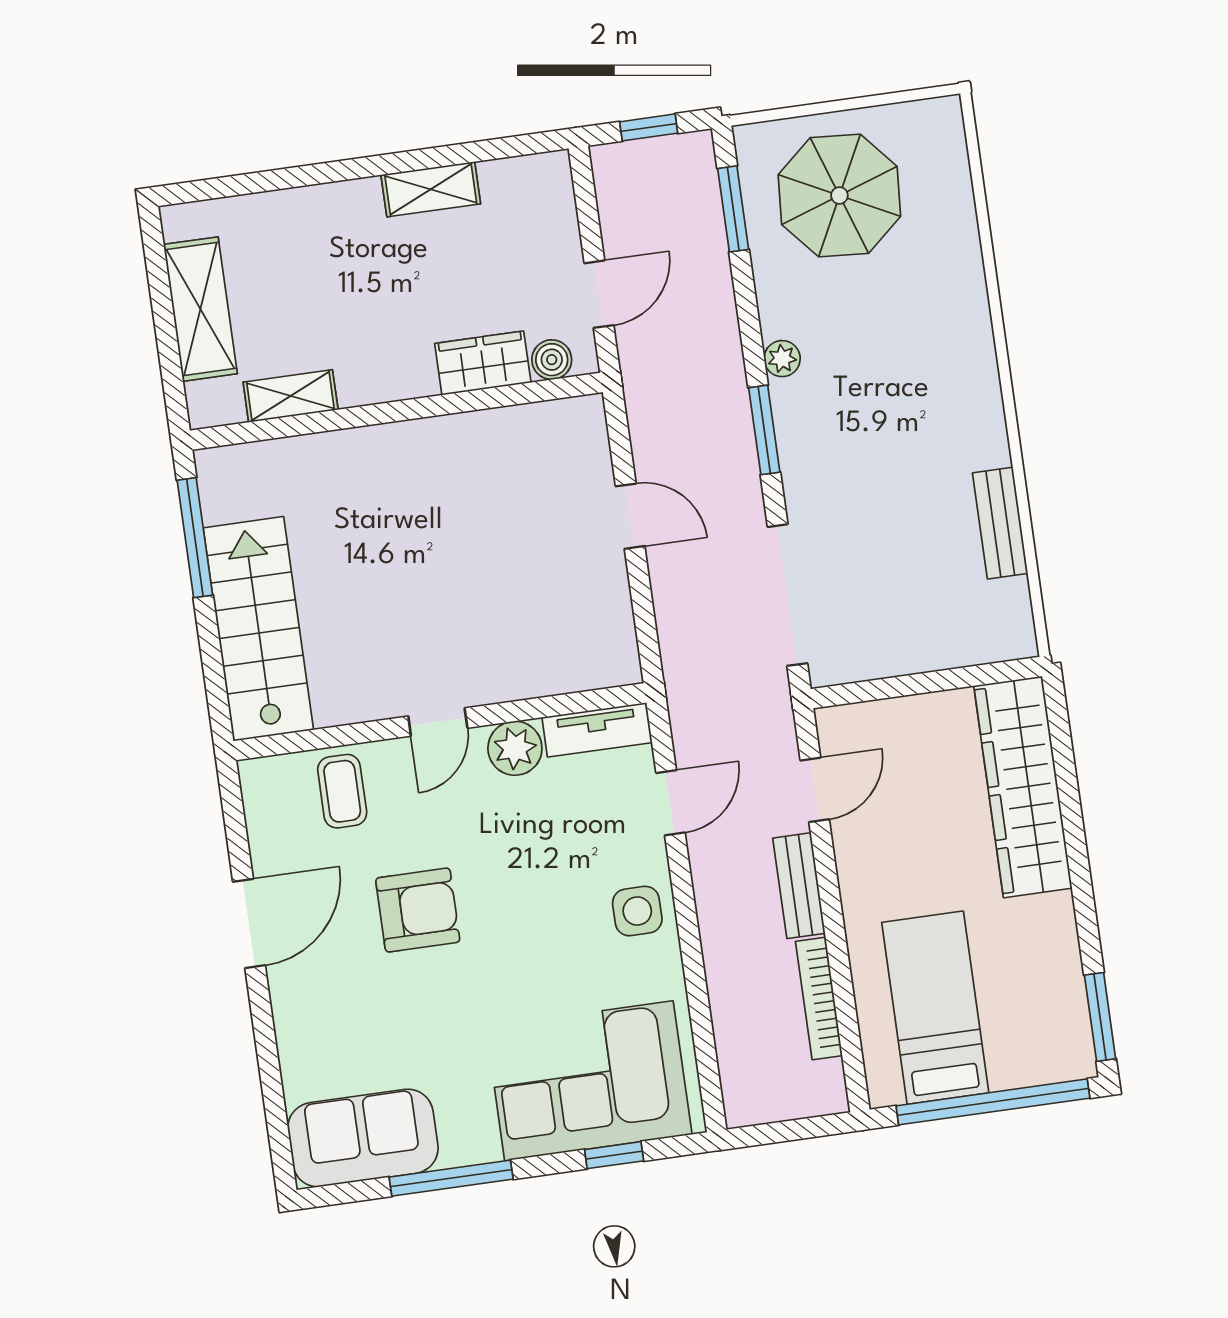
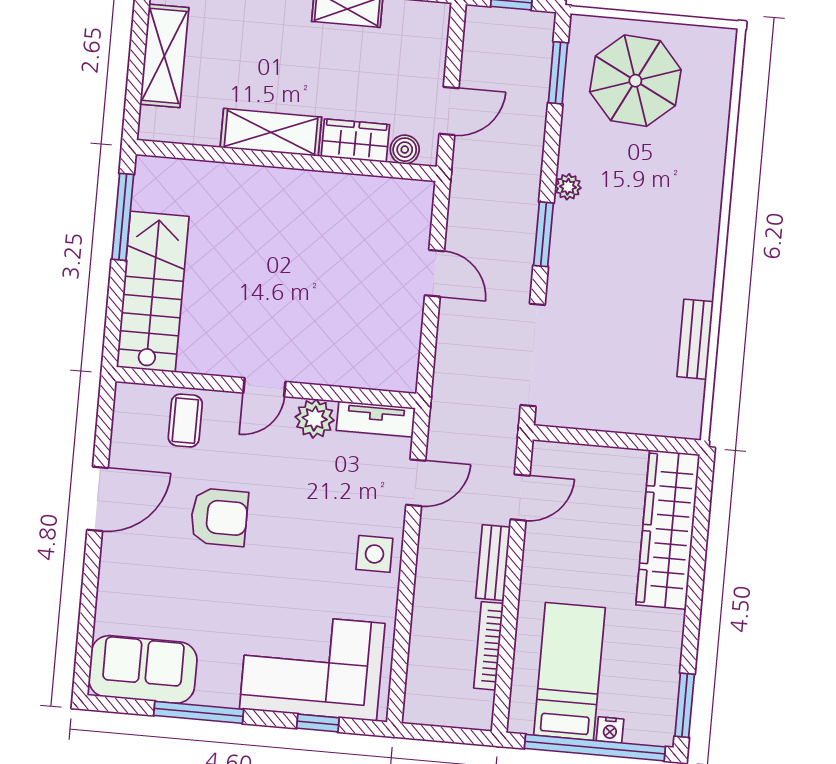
shelving: (291, 396) -> (271, 132), moved, width x1.50, depth x1.33
nightstand: (1008, 1073) -> (610, 730), added

